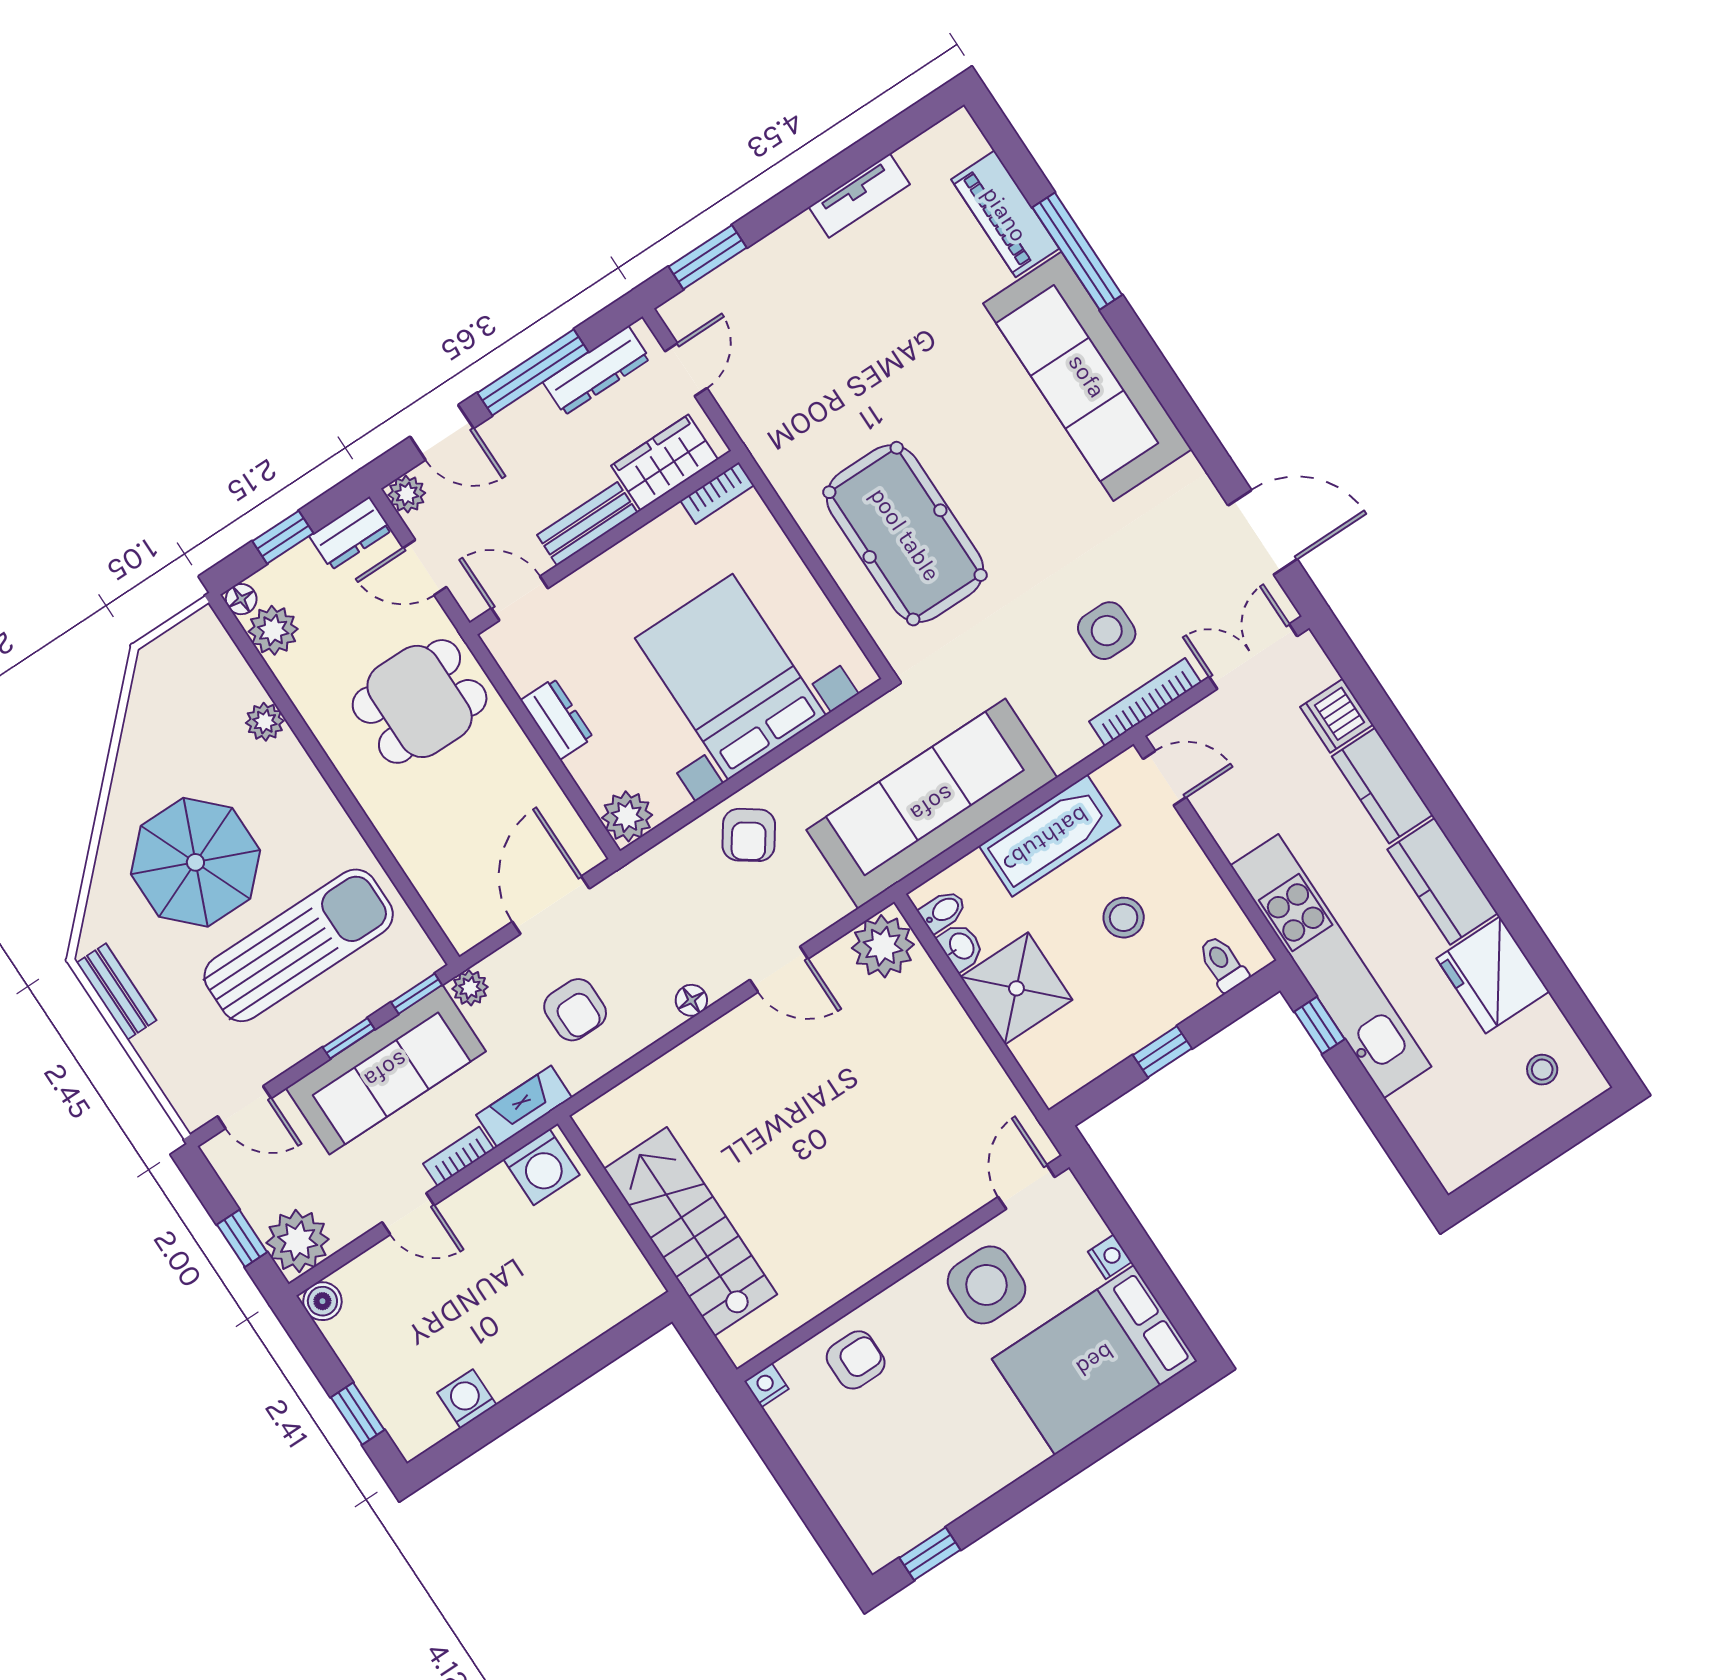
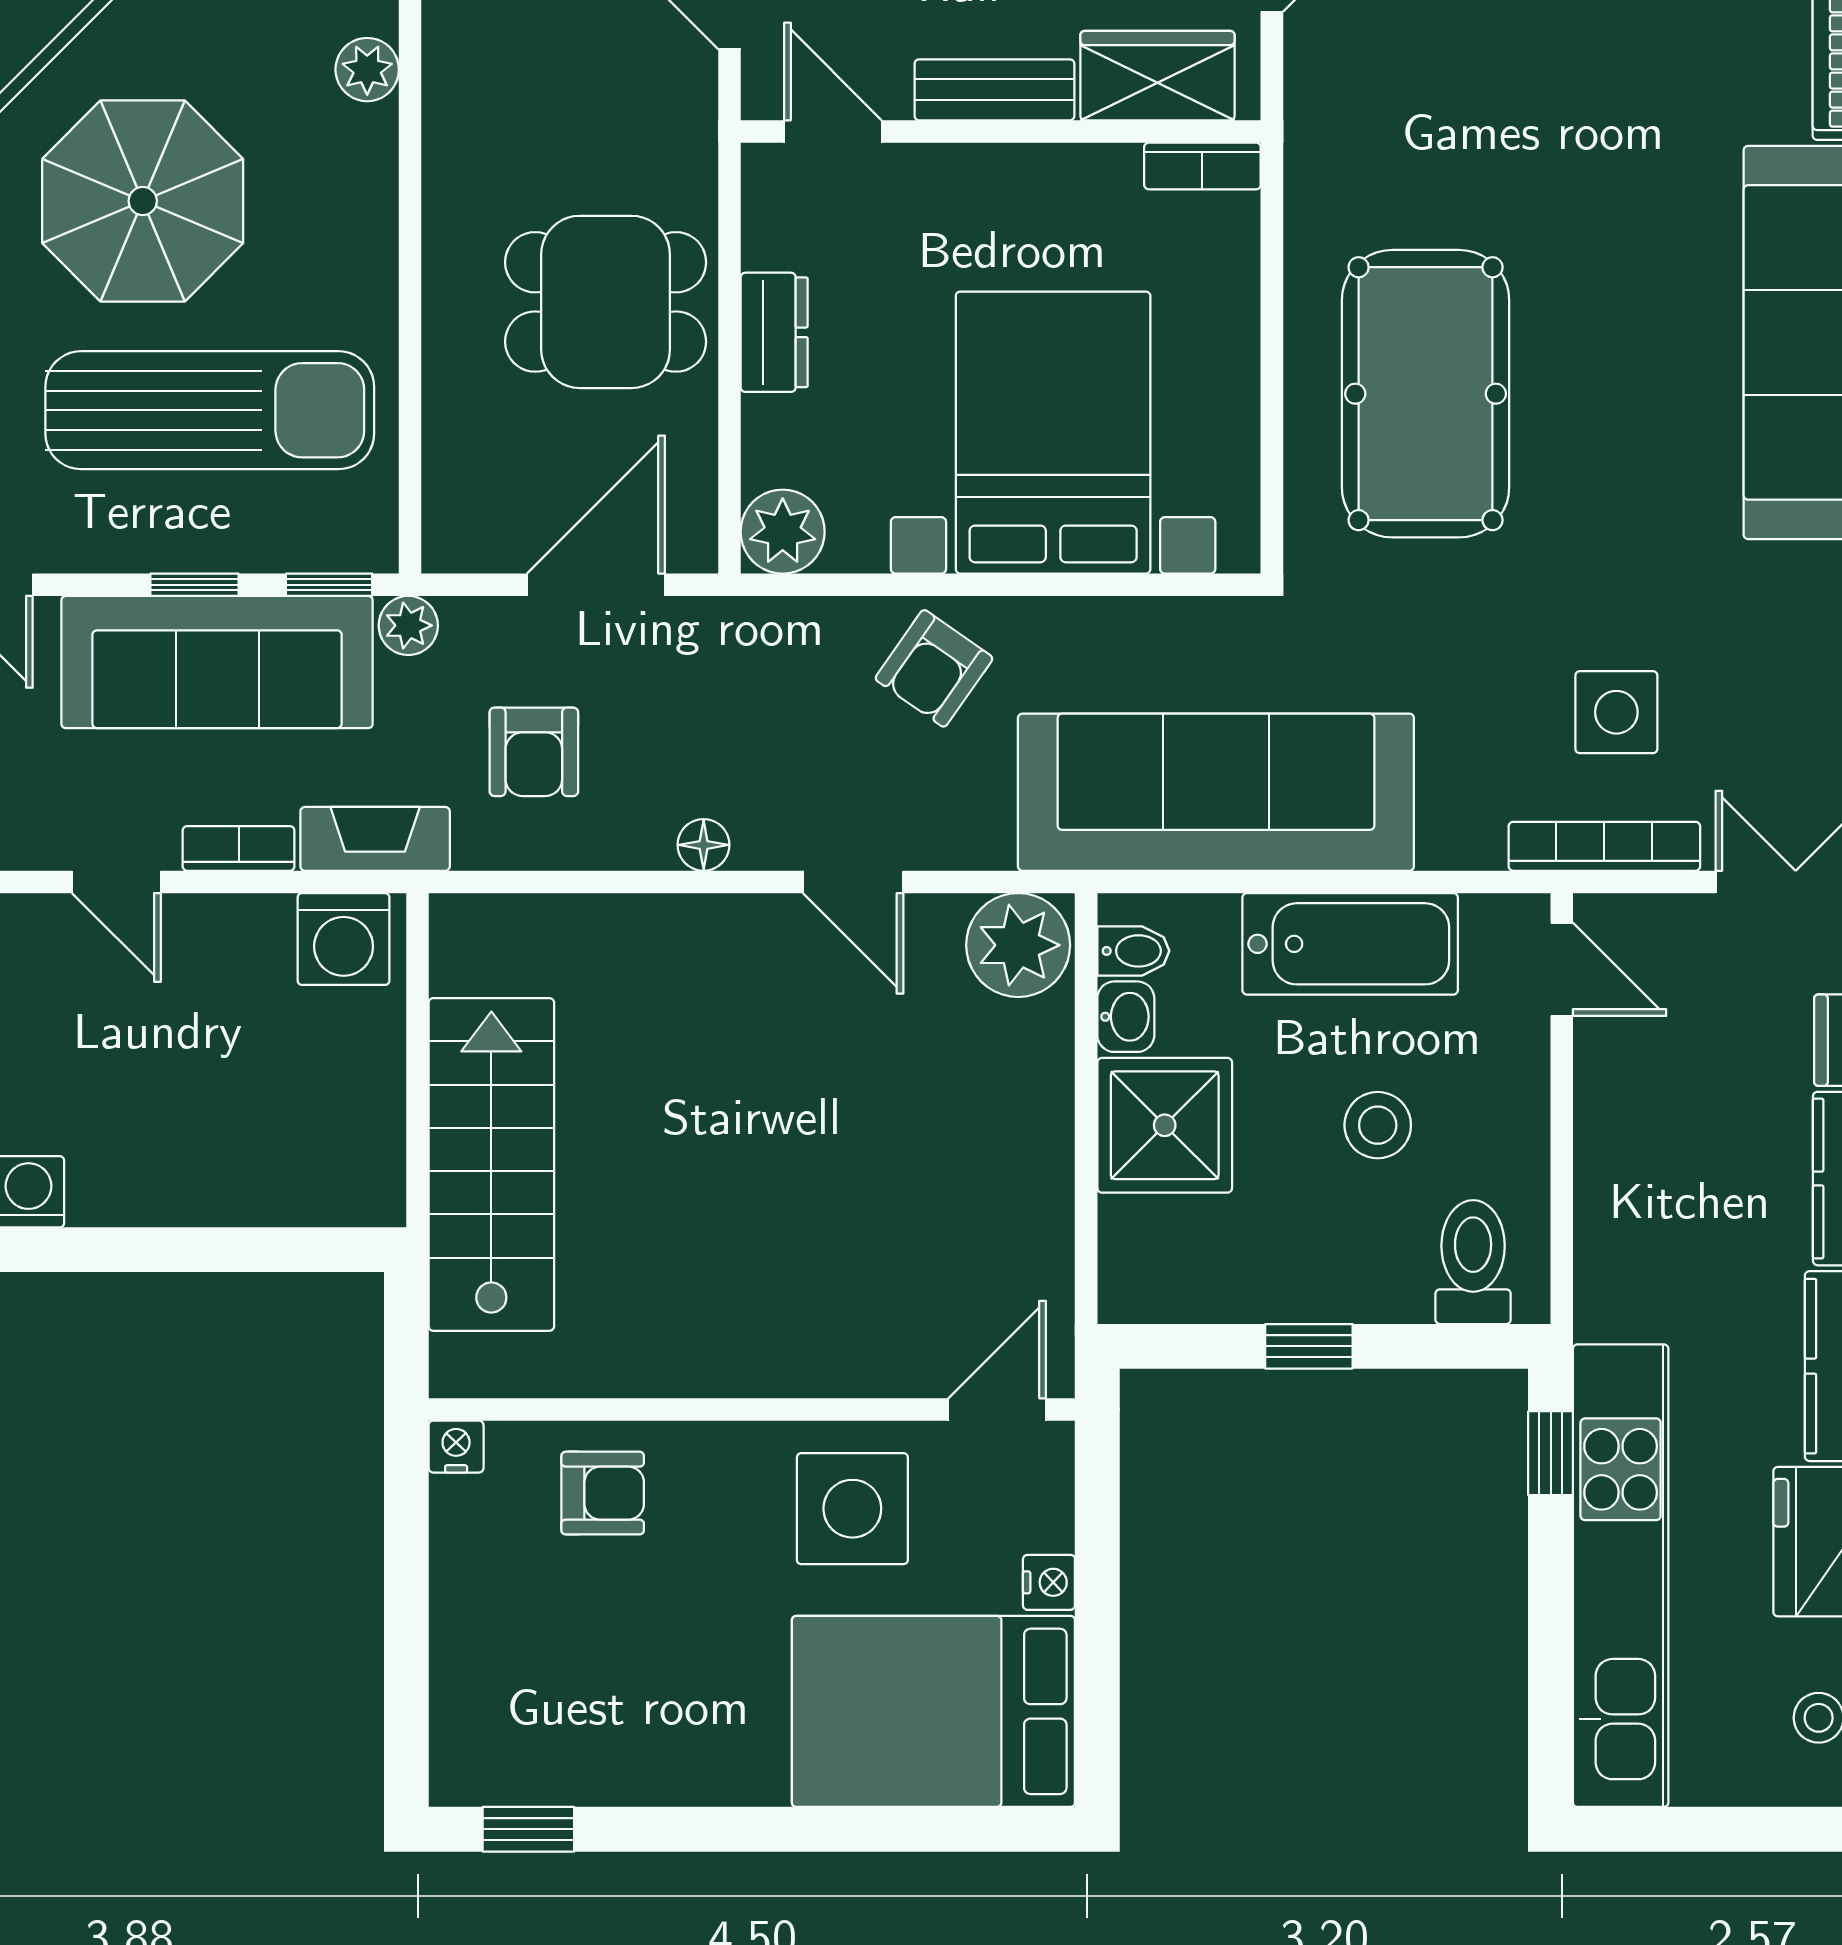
dining table: (420, 701) -> (606, 302), moved
toilet: (1223, 964) -> (1473, 1262), width x1.37, depth x1.39
kitchen unit: (1331, 966) -> (1621, 1576), moved

